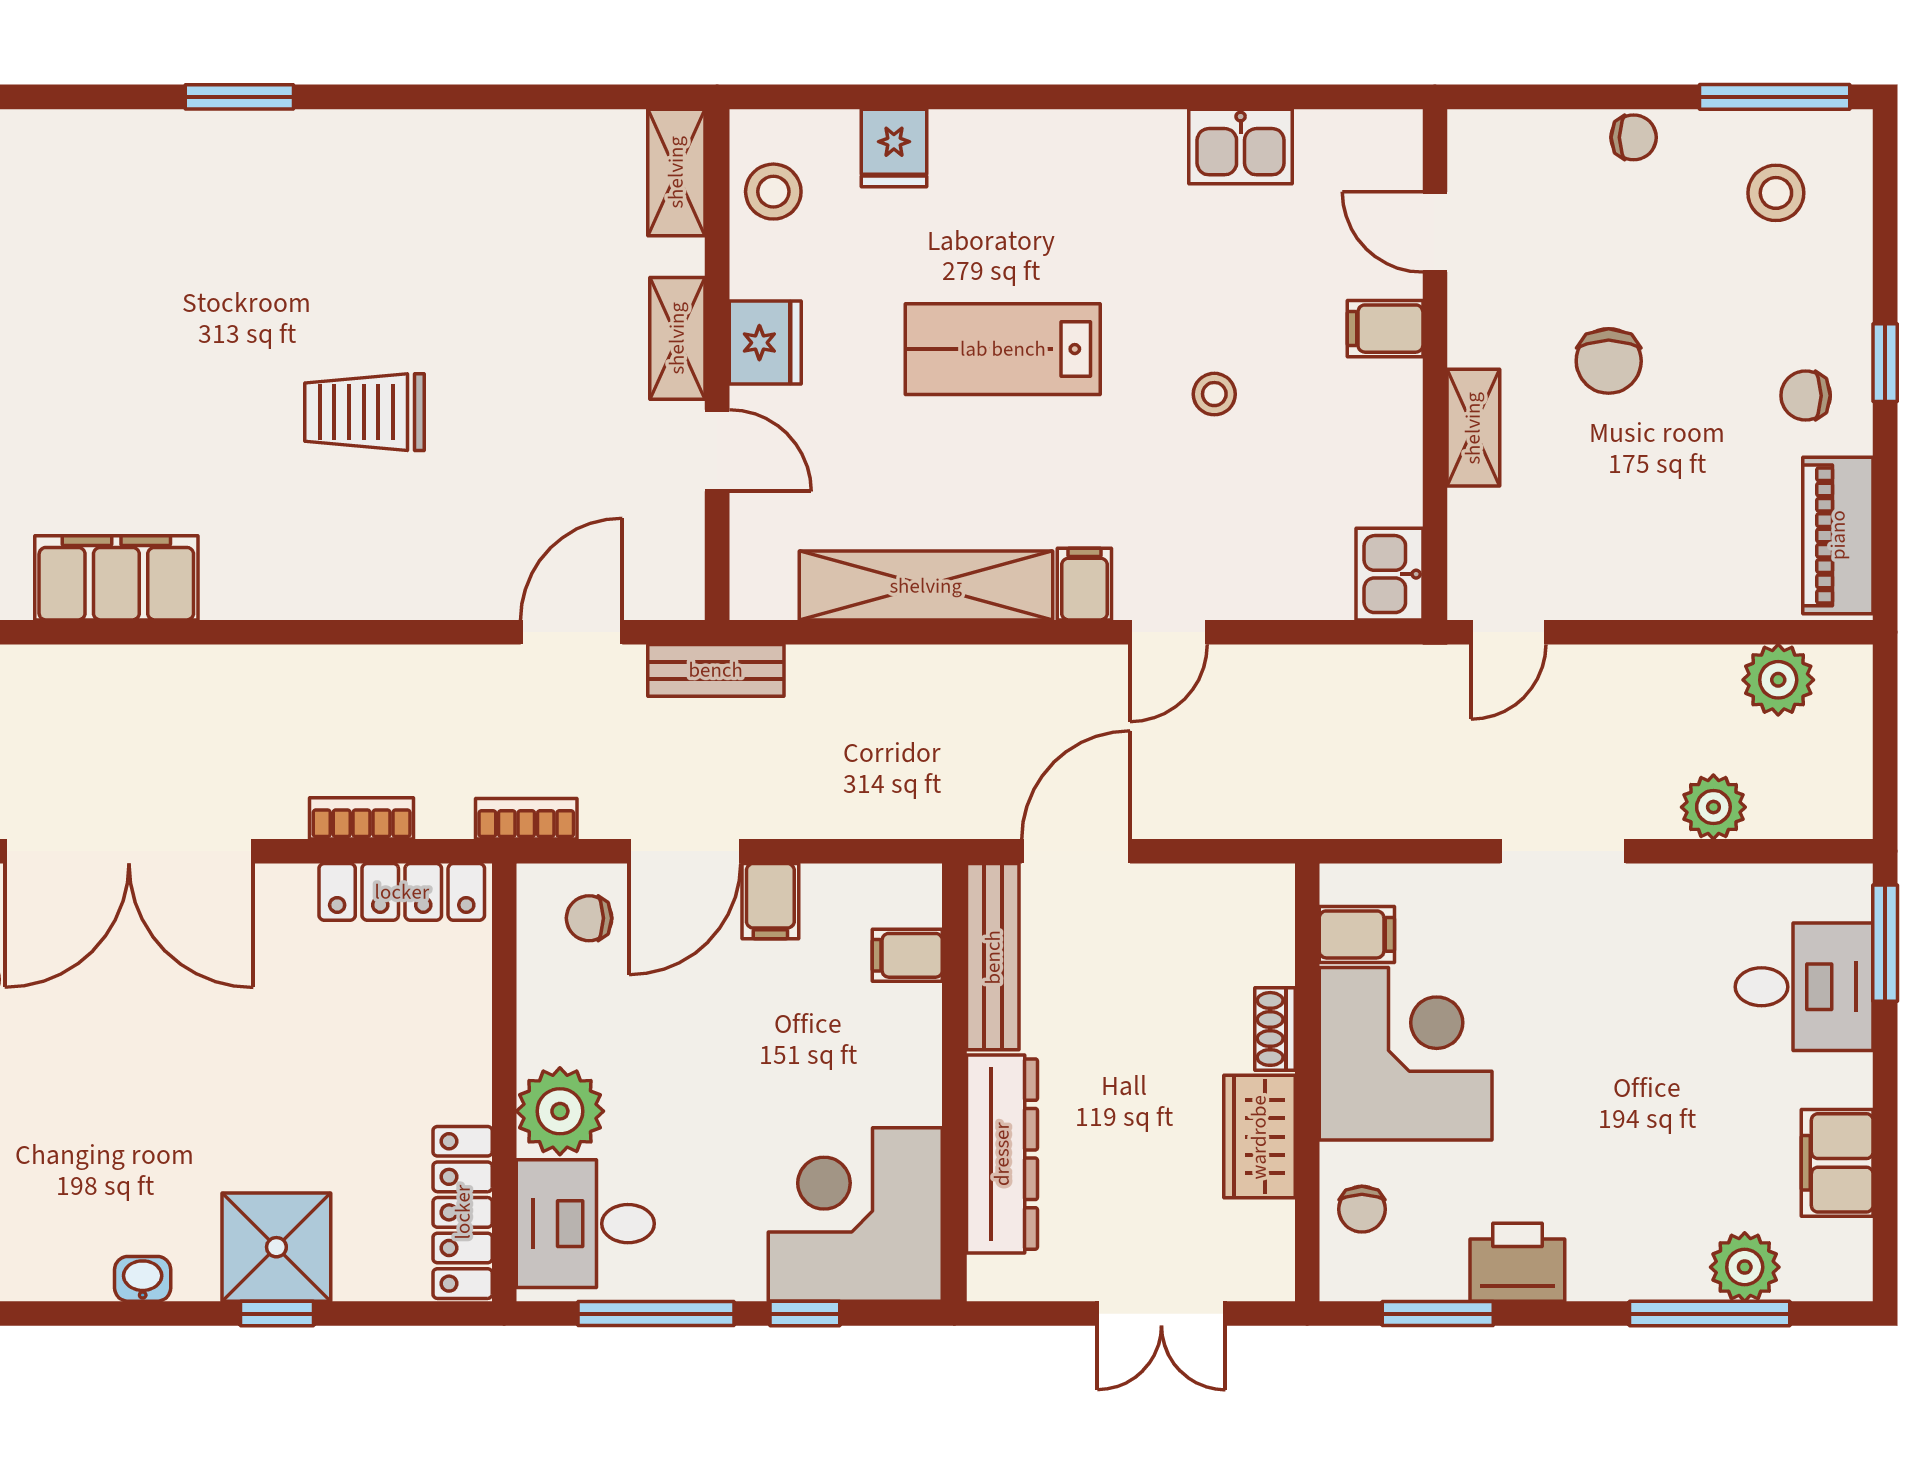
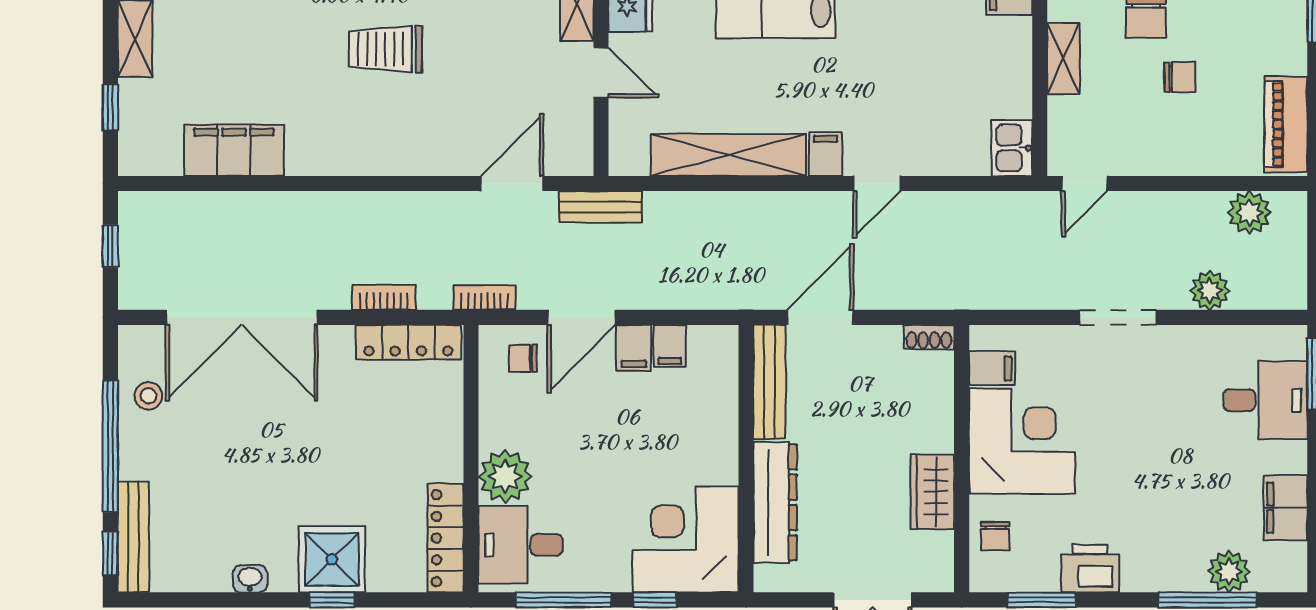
stool: (1214, 394) -> (905, 38), removed
chair: (1806, 396) -> (1180, 77), moved, turned 180
filing cabinet: (907, 955) -> (670, 346), moved, turned -90
shoe rack: (1275, 1029) -> (929, 337), moved, turned -90

